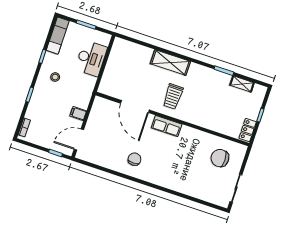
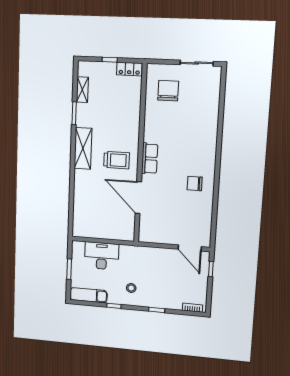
shelving: (170, 63) -> (83, 148), moved
door: (135, 107) -> (138, 198), swing flipped
filing cabinet: (78, 114) -> (162, 255), removed
chair: (220, 158) -> (168, 91), turned 180

